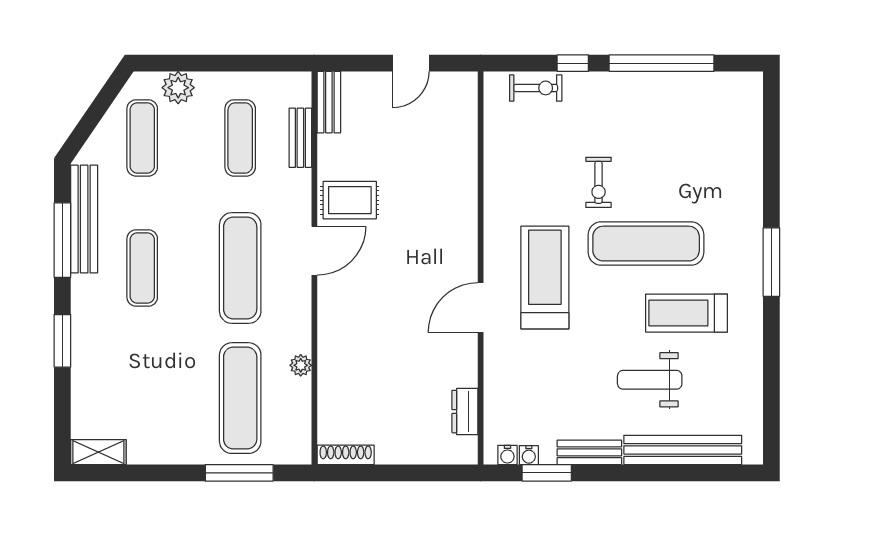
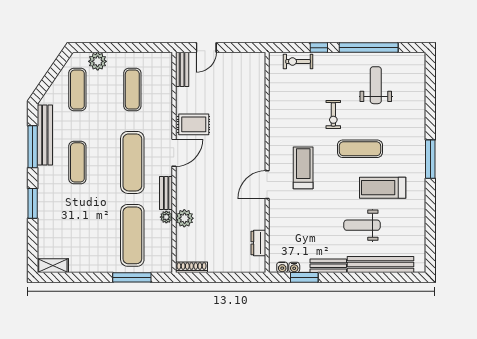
door: (411, 63) -> (206, 48), moved
exercise bike: (536, 88) -> (298, 61), turned 180
weight bench: (674, 130) -> (376, 85), added
bench: (300, 138) -> (166, 193), moved
exercise mat: (646, 244) -> (360, 149), width x0.73, depth x0.69
treadmill: (545, 278) -> (303, 168), width x0.73, depth x0.73
plant: (333, 368) -> (184, 218), added

